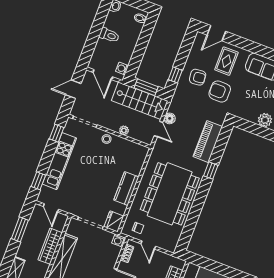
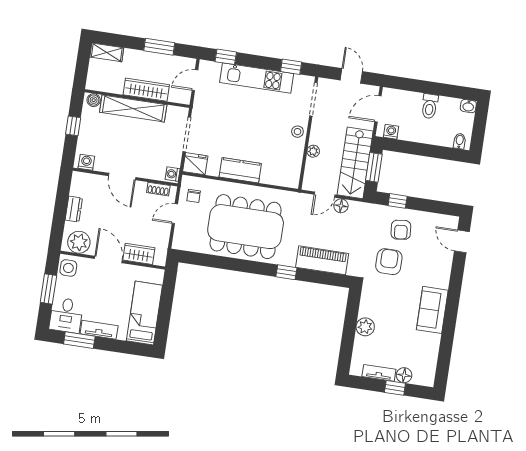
rug: (226, 61) -> (429, 262), removed

